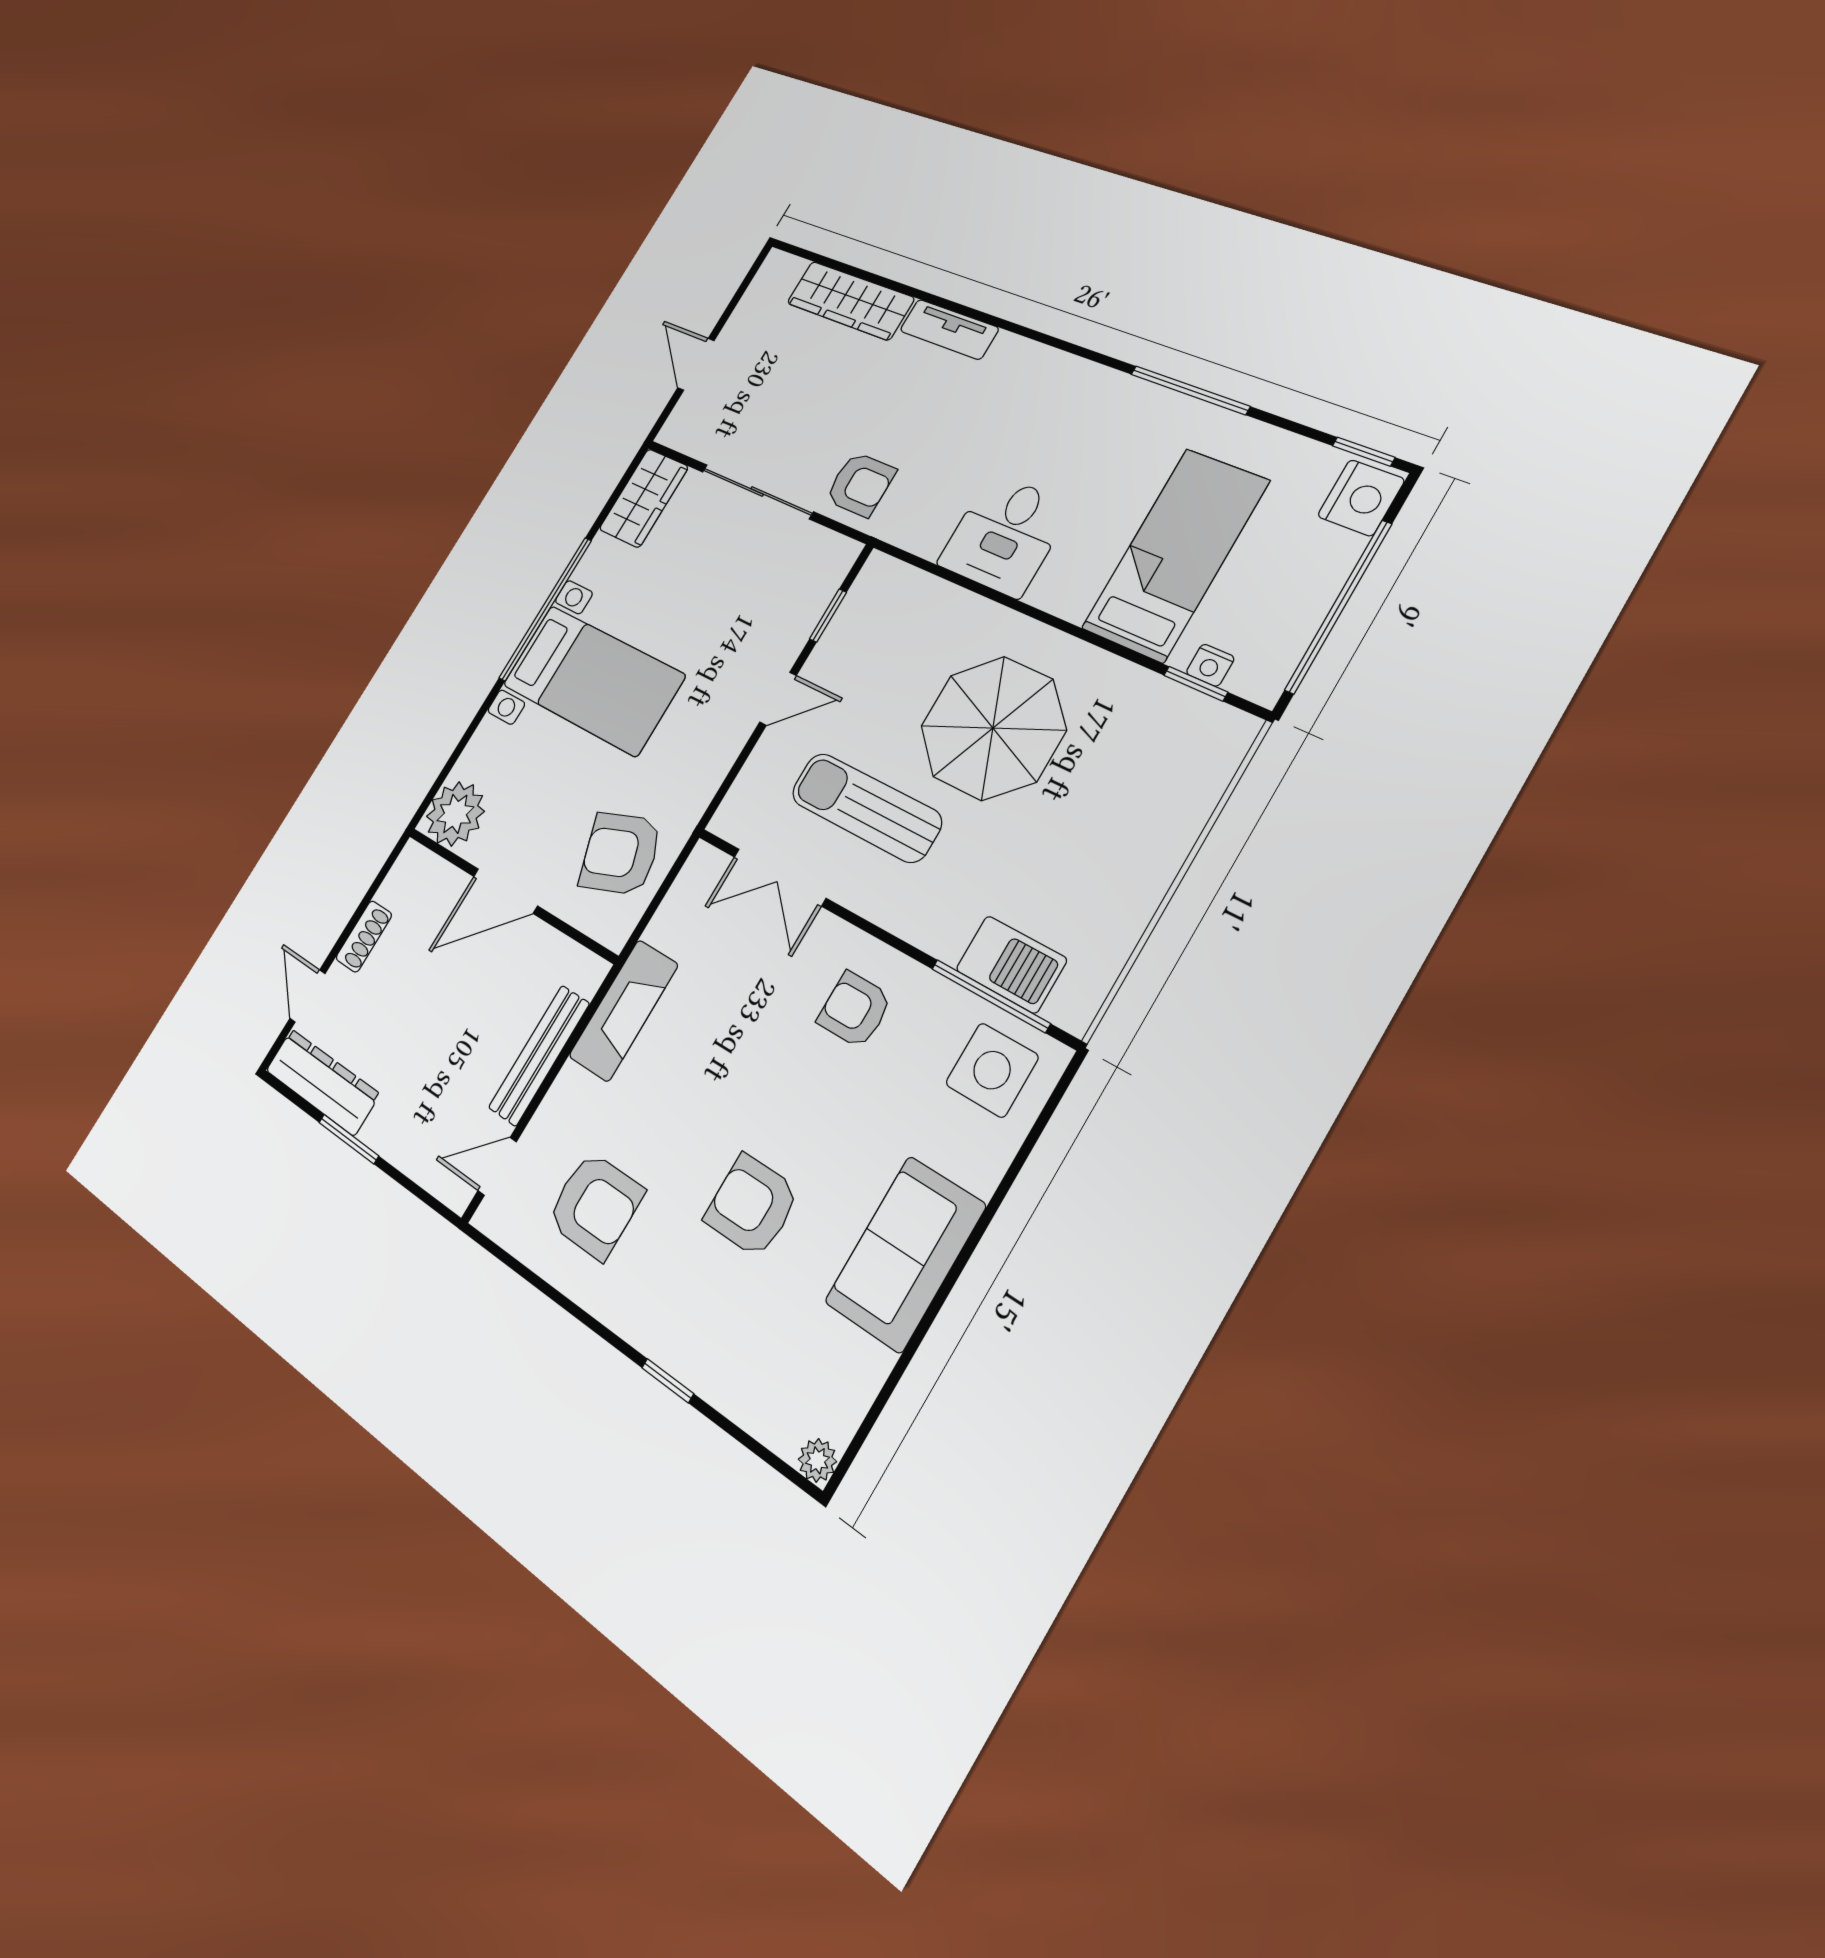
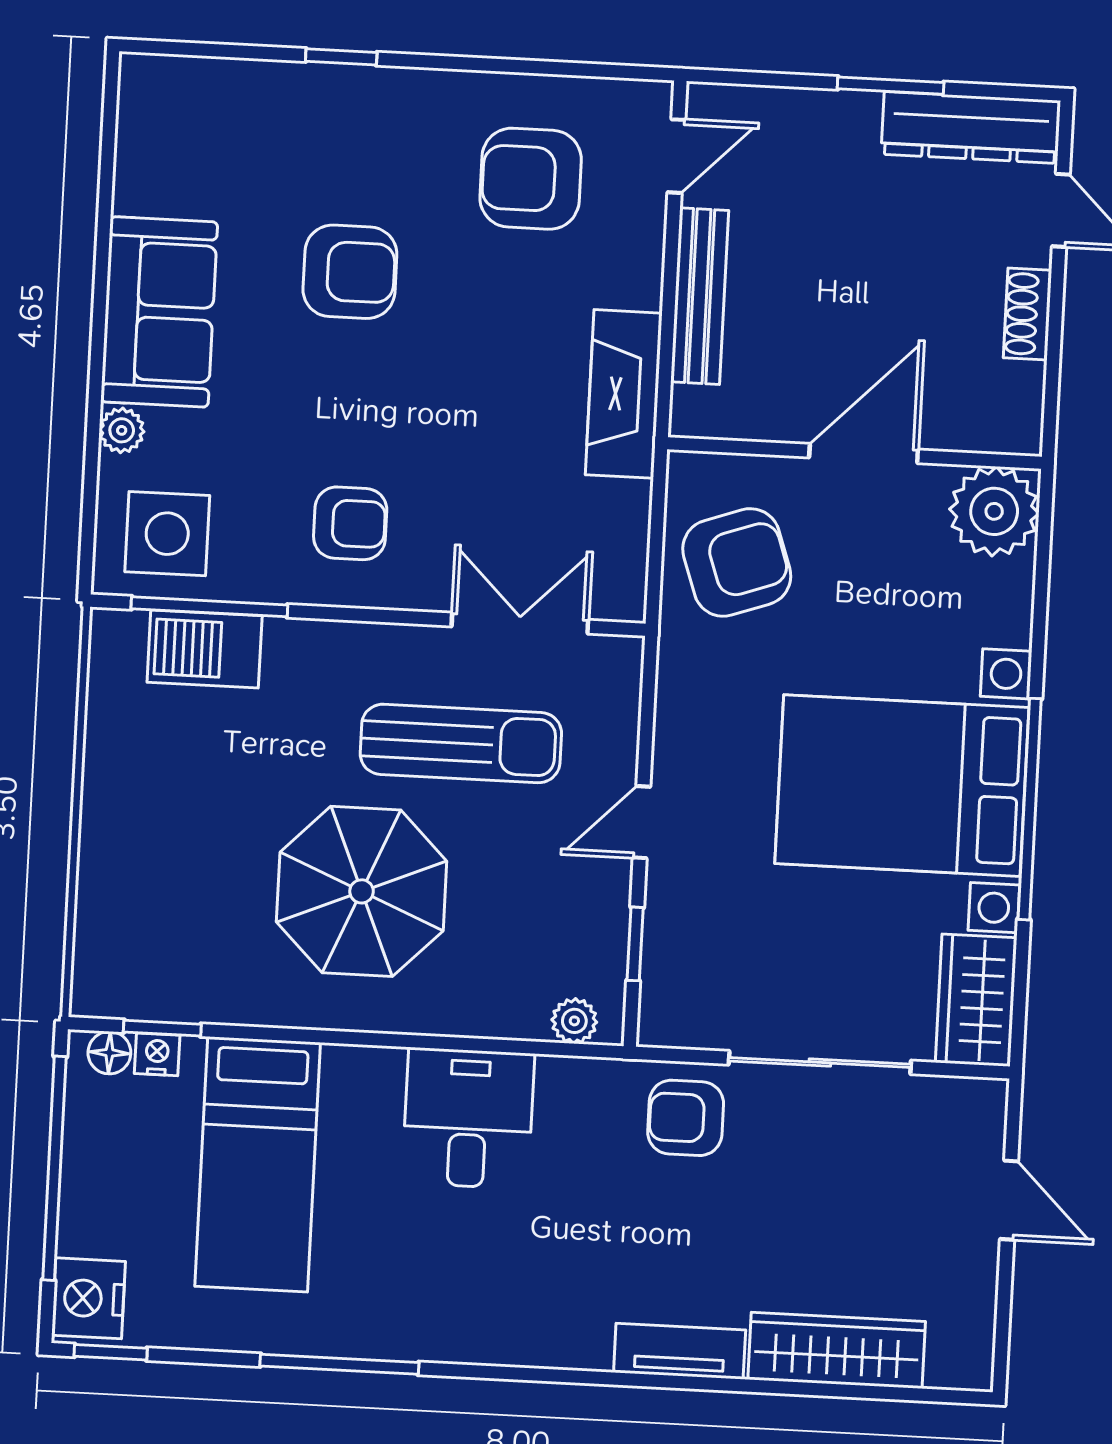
plant: (896, 577) -> (574, 1021), added
bed with nightstands: (593, 680) -> (902, 786), width x1.36
floor lamp: (1248, 680) -> (109, 1053), added
plant: (817, 1460) -> (122, 430), moved

